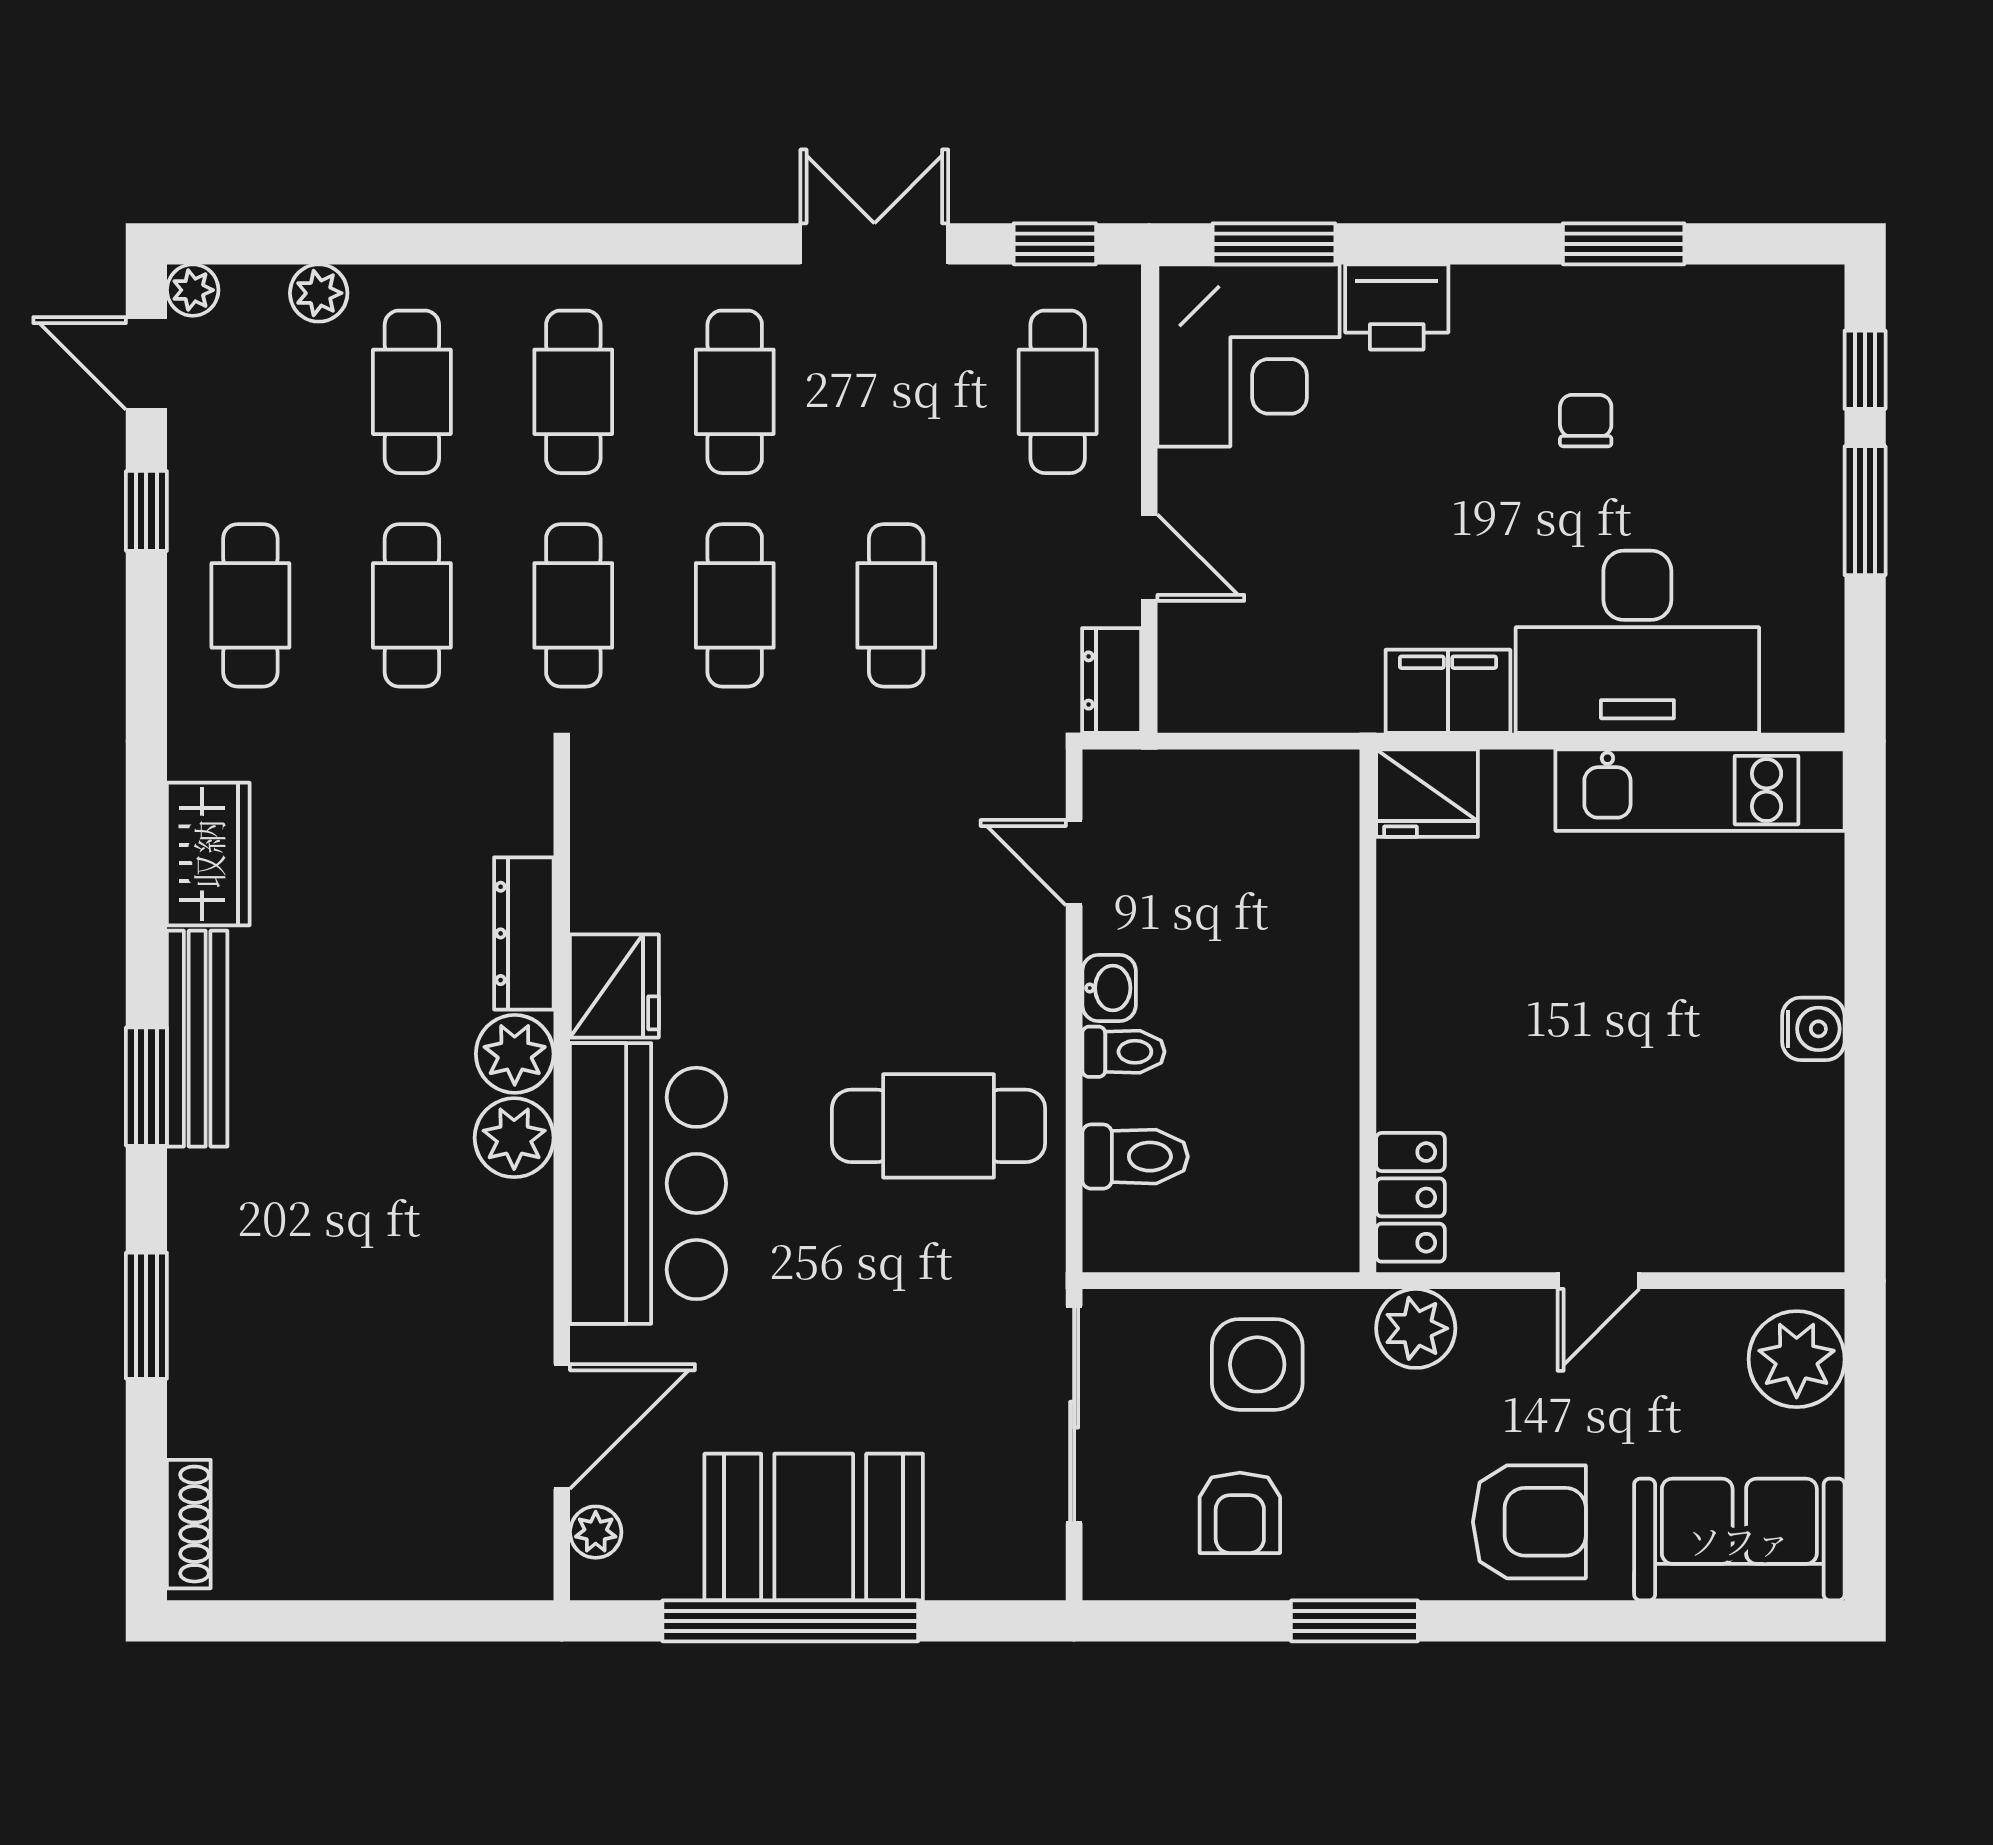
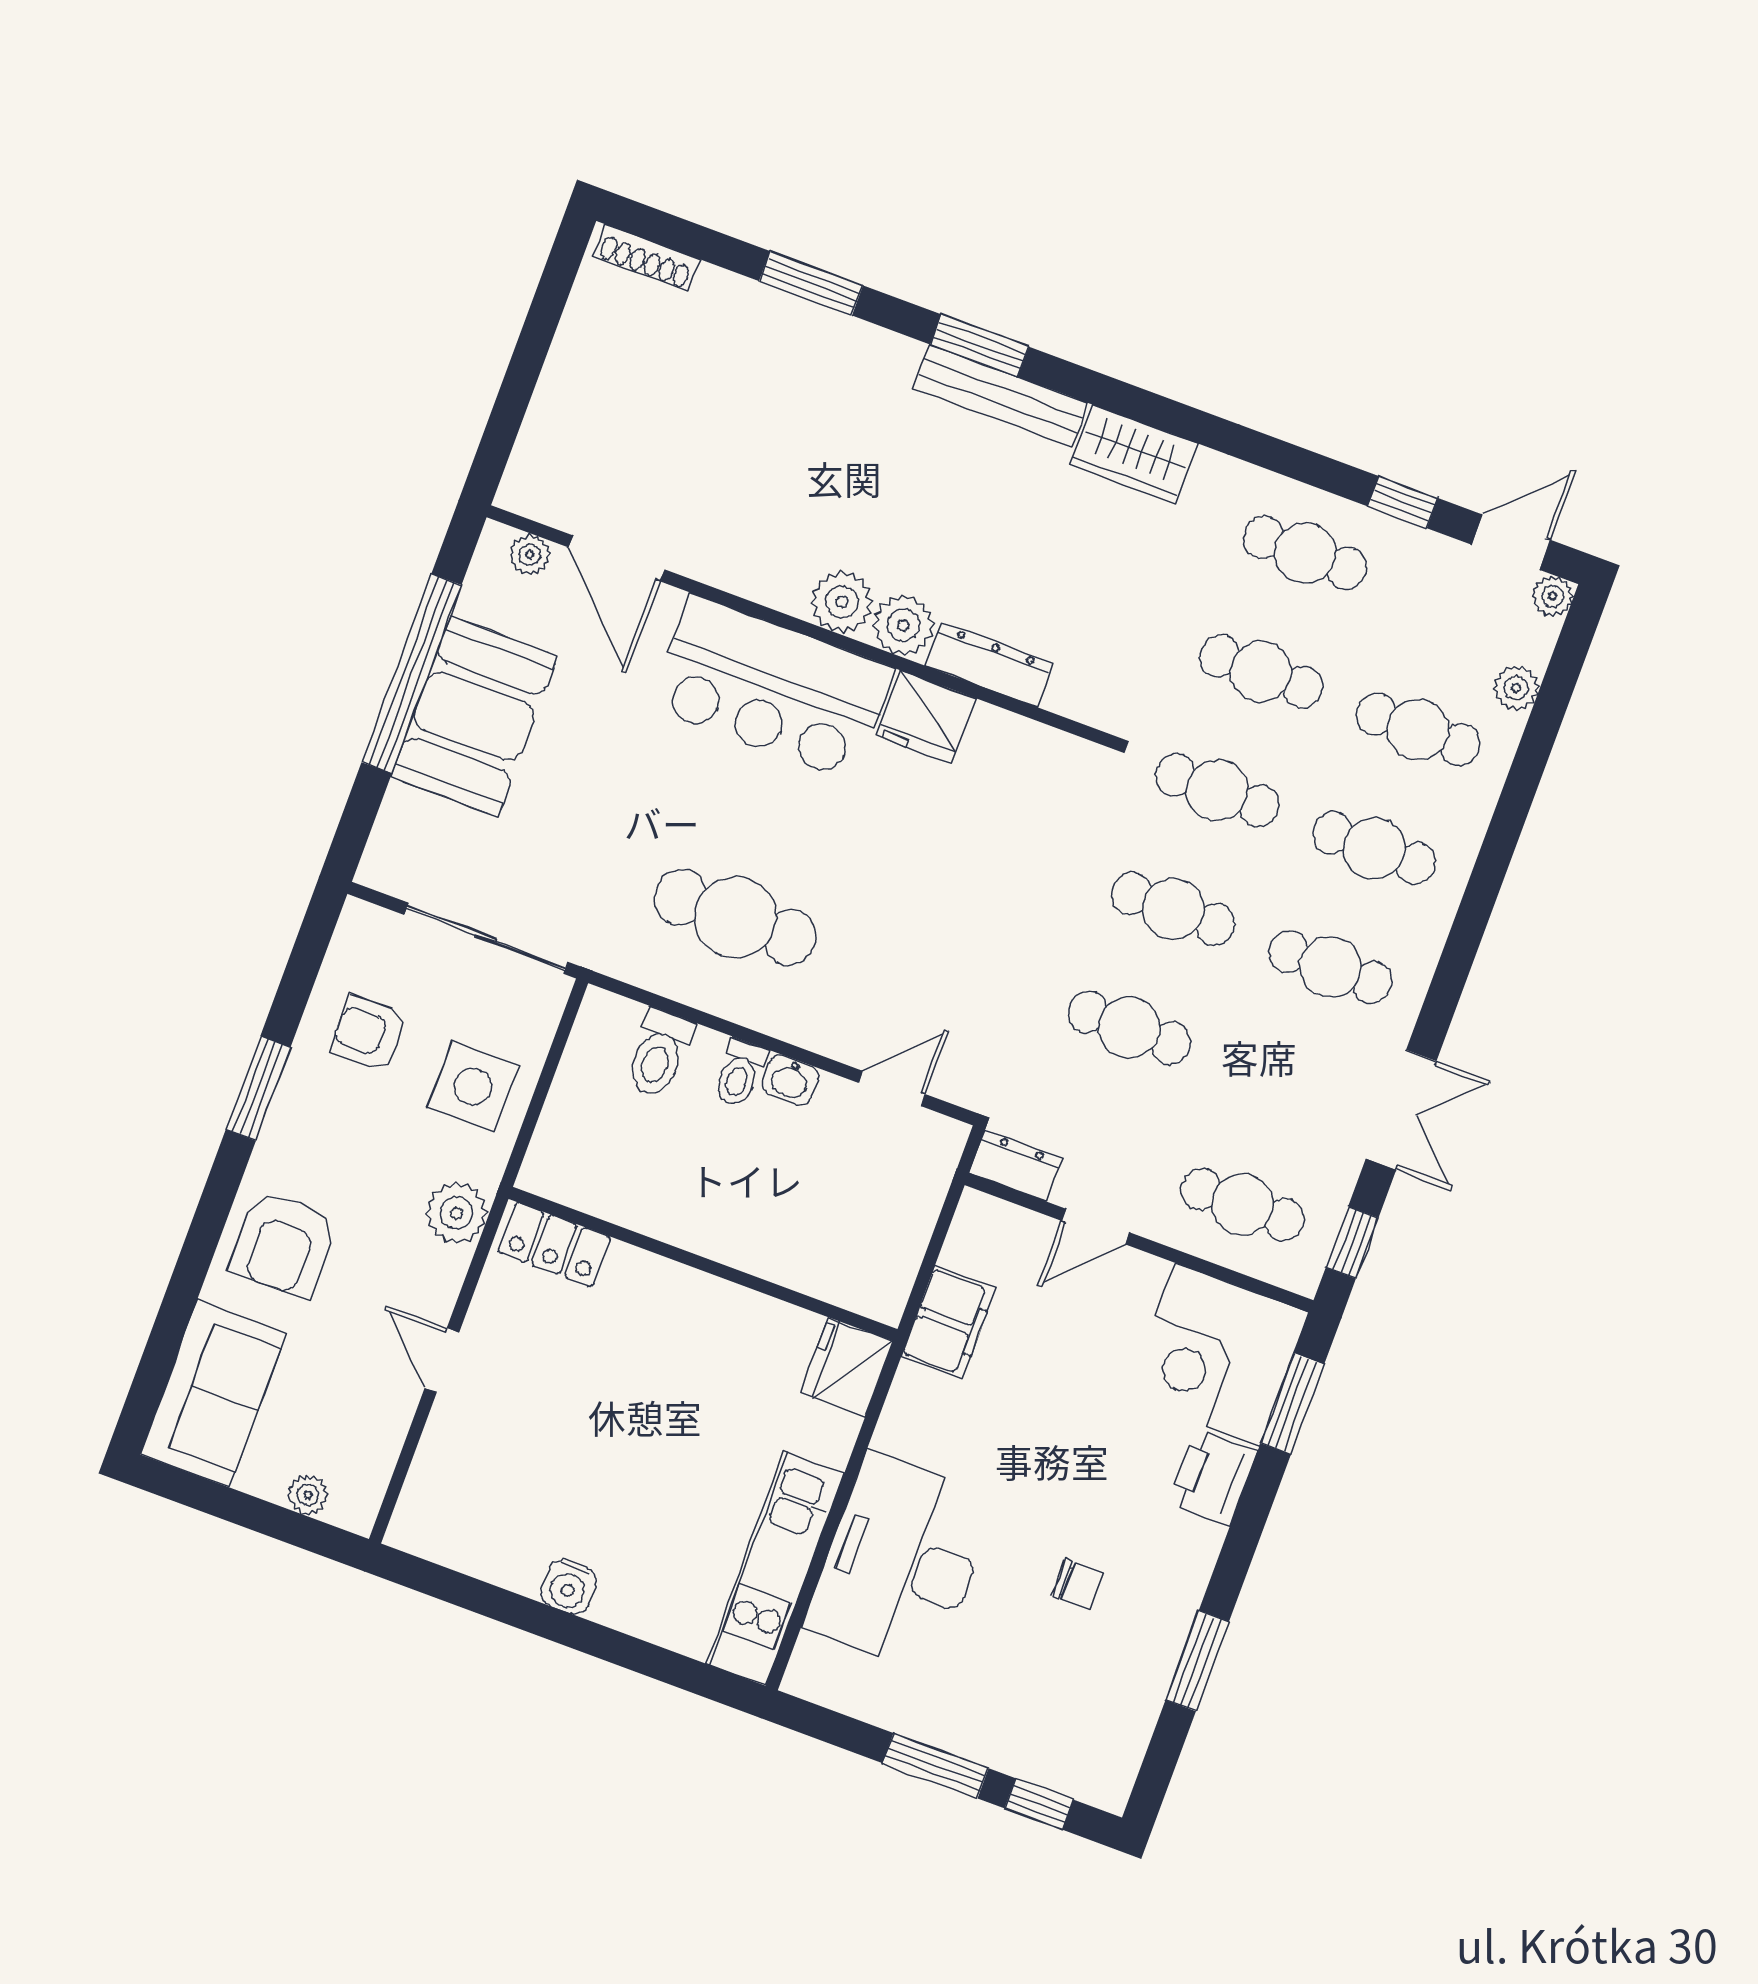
filing cabinet: (1448, 691) -> (949, 1322), moved
cafe table: (939, 1126) -> (735, 917), turned 90
plant: (1797, 1359) -> (308, 1495), width x0.53, depth x0.53

